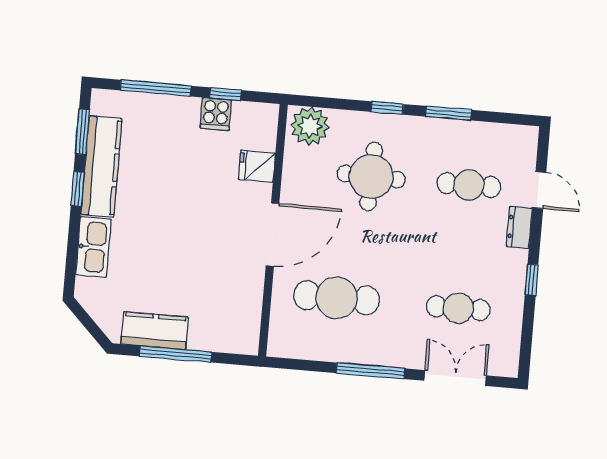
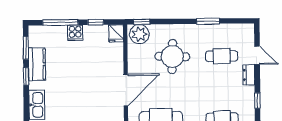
window: (387, 108) -> (142, 22), moved
cooker: (216, 114) -> (75, 33), moved
kitchen counter: (101, 166) -> (37, 64), width x0.67
fridge: (257, 166) -> (116, 33), moved, turned -90

